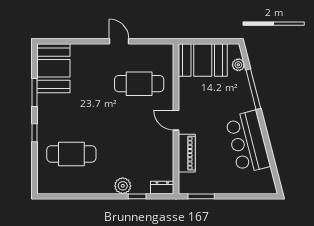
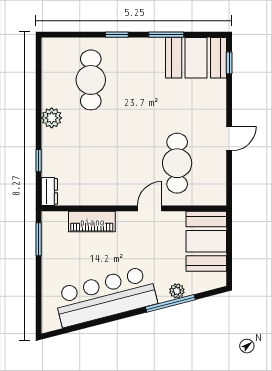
window: (57, 41) -> (229, 63), added
plant: (238, 65) -> (177, 291), moved
door: (176, 120) -> (150, 208), moved
bar counter: (248, 142) -> (105, 297), width x1.36
plant: (123, 186) -> (52, 118), moved

